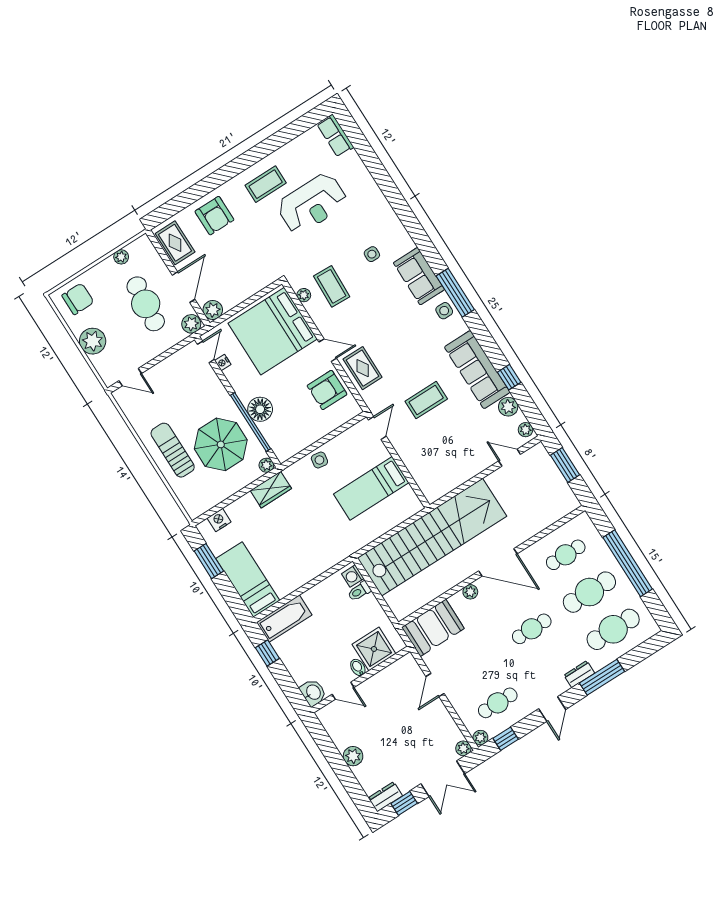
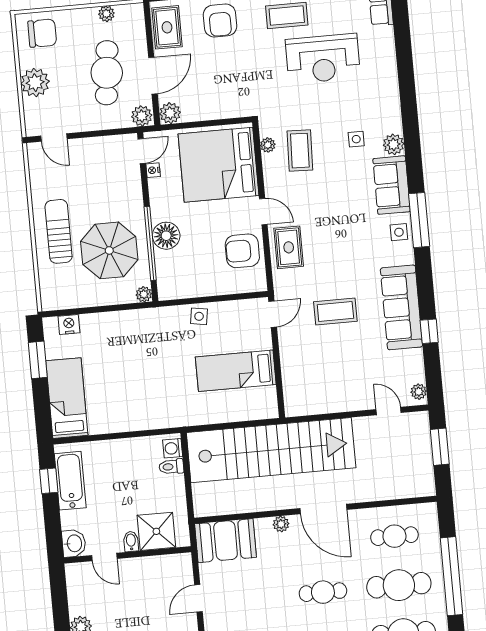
plant: (508, 407) -> (394, 144), moved
wardrobe: (271, 490) -> (136, 321), removed
bathtub: (284, 619) -> (70, 481), moved, turned -90

